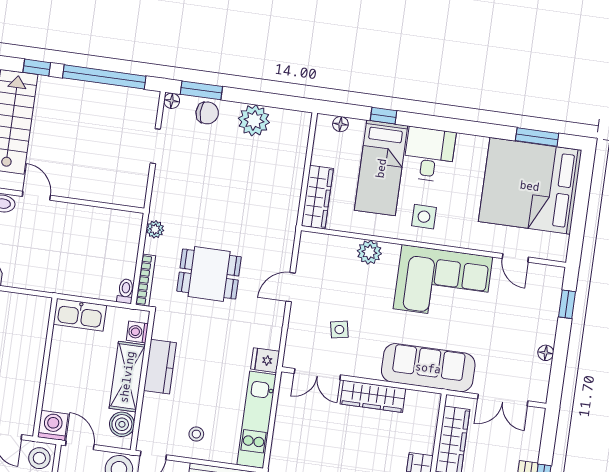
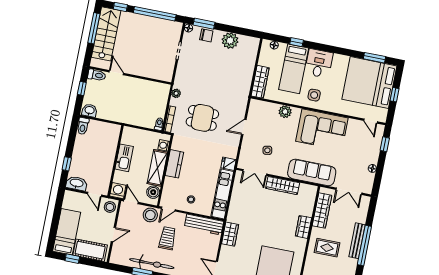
window: (581, 207) -> (395, 95), added
door: (515, 258) -> (371, 121), moved
kitchen sink: (80, 315) -> (124, 158), moved, turned -90

